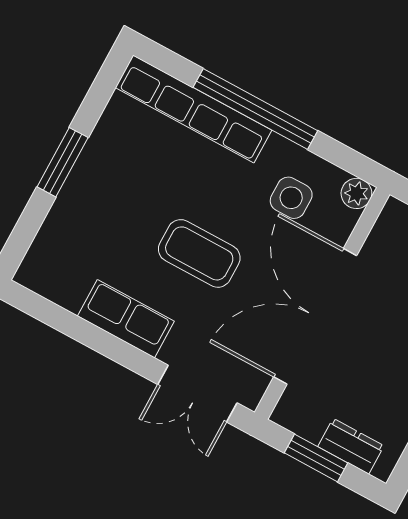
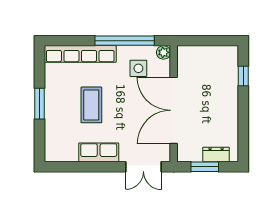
window: (255, 109) -> (125, 41), moved
coffee table: (199, 253) -> (91, 105), moved, turned 90

